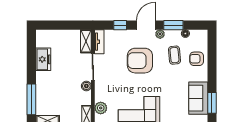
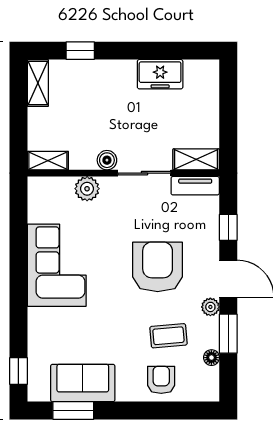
window: (31, 99) -> (80, 51), width x0.46
plant: (101, 108) -> (87, 189), moved

